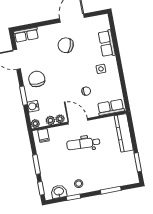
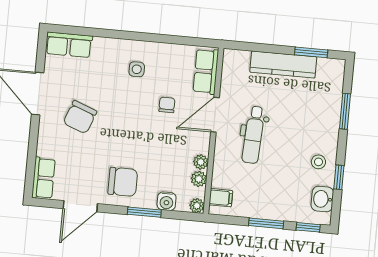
row of seats: (107, 43) -> (69, 45), moved
chair: (37, 79) -> (123, 182), turned 180
door: (78, 121) -> (215, 115), moved
kitchen counter: (124, 133) -> (283, 65), moved

